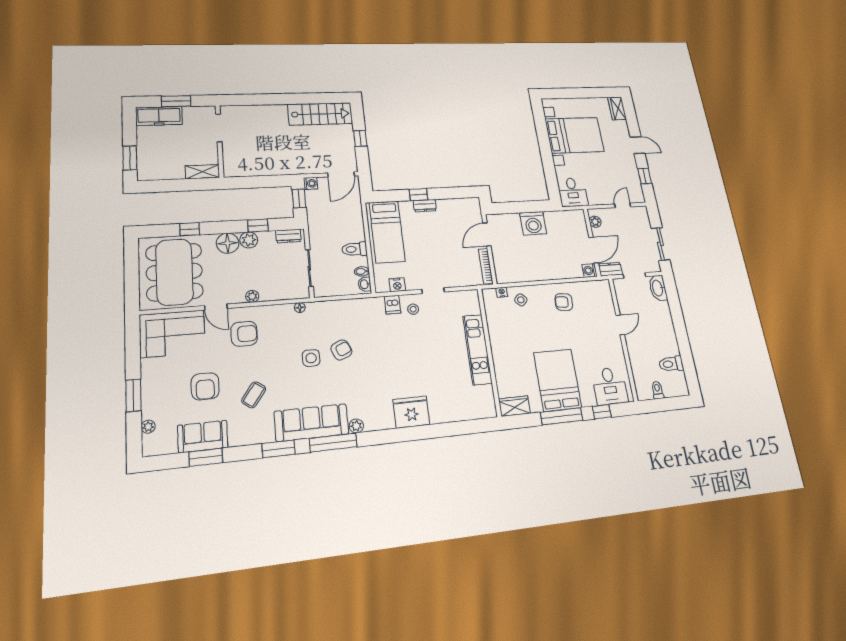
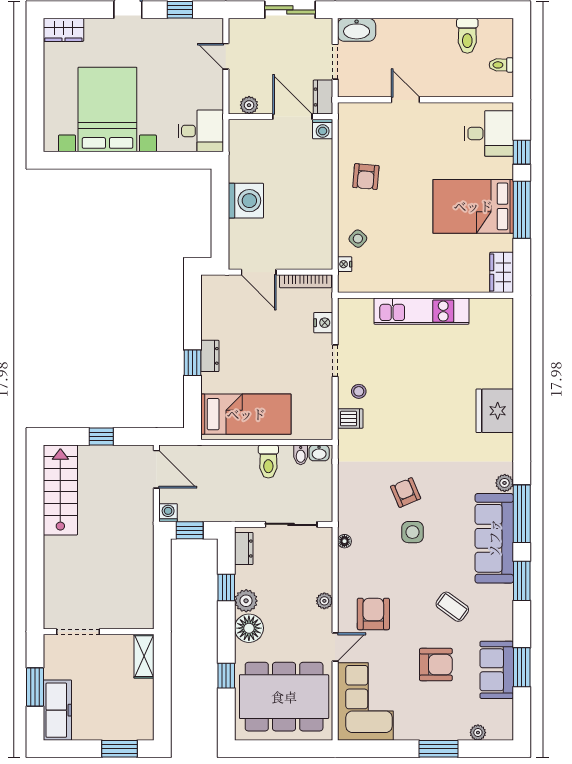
nightstand: (397, 285) -> (323, 323), moved

